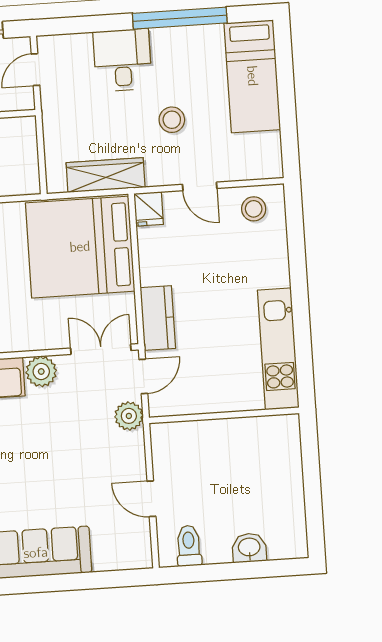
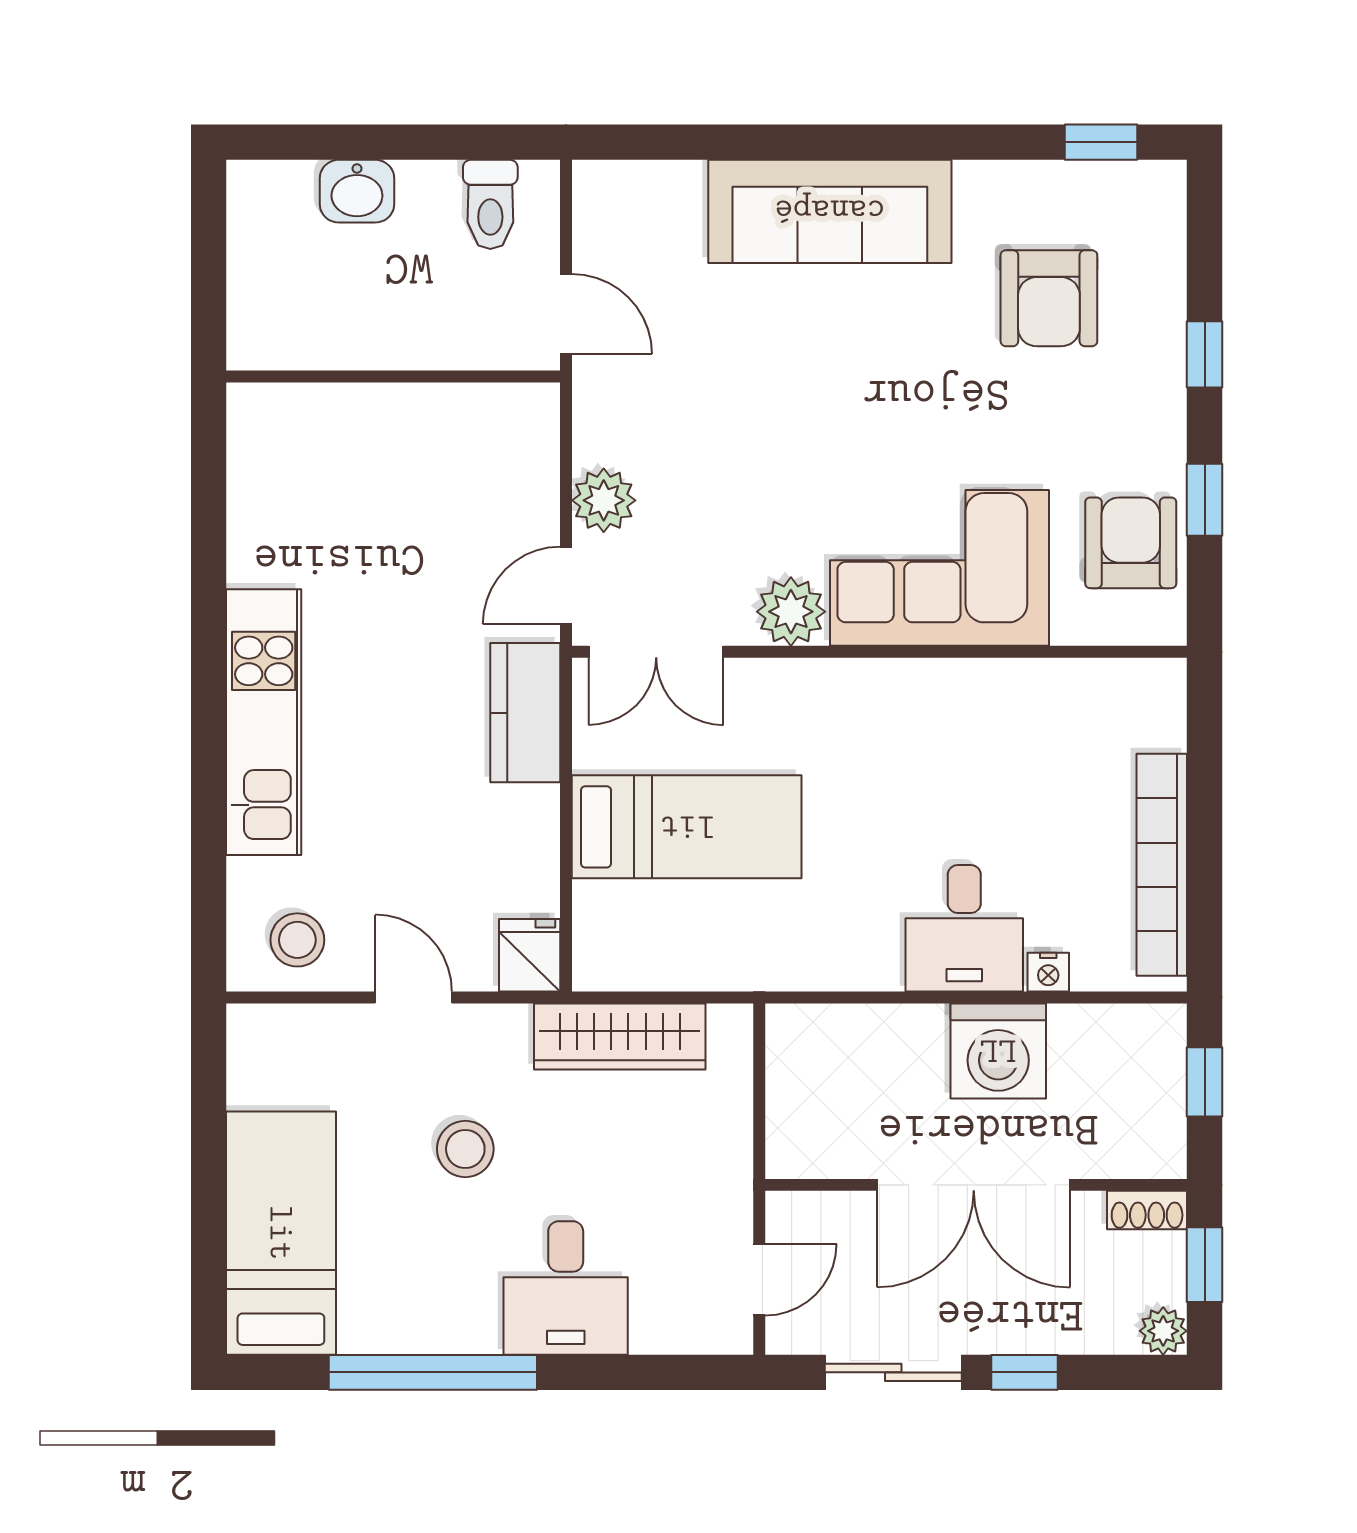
bed: (80, 247) -> (687, 827), width x0.49
kitchen unit: (278, 349) -> (264, 722), moved
wall: (224, 415) -> (393, 376), moved

